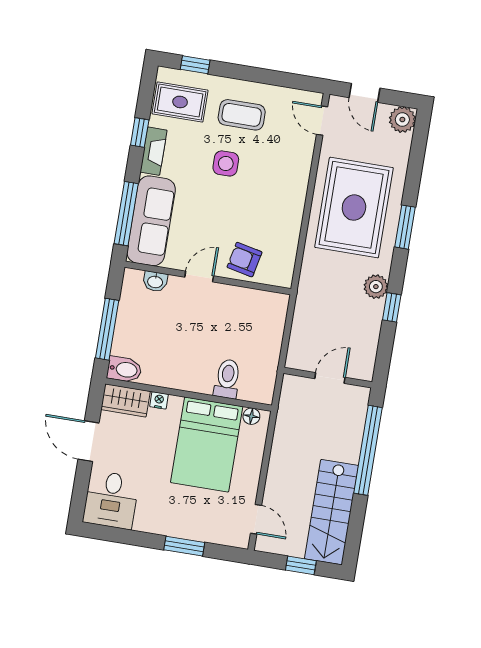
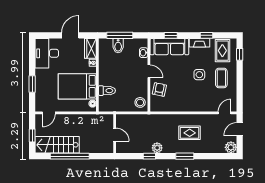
rug: (354, 208) -> (190, 133), width x0.54, depth x0.49
window: (126, 214) -> (171, 35), width x0.46
stool: (267, 308) -> (140, 102), added
bidet: (124, 369) -> (118, 46), moved
window: (368, 450) -> (70, 156), moved
desk: (111, 500) -> (47, 53), width x1.37

